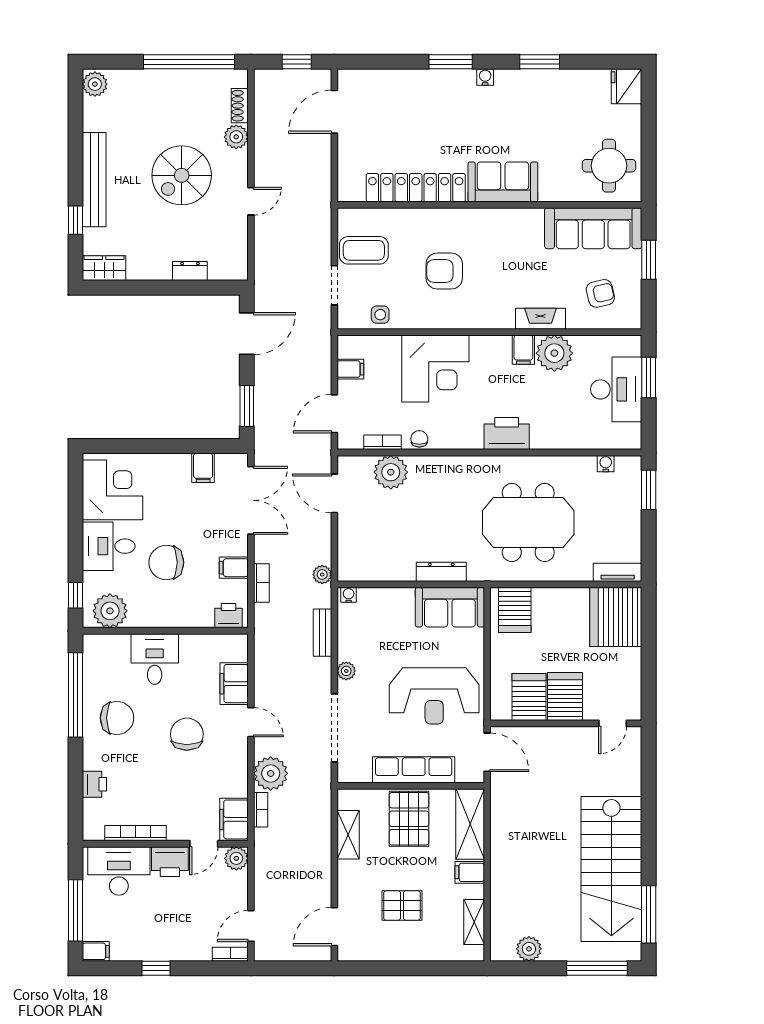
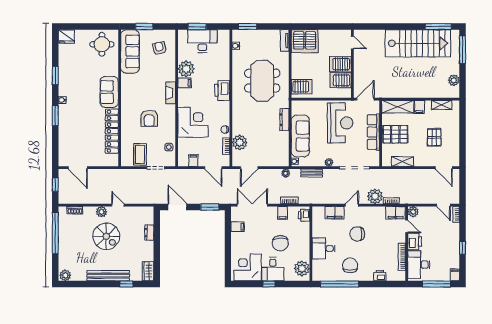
plant: (236, 137) -> (101, 212), moved
fireplace: (541, 319) -> (171, 93), moved
window: (75, 595) -> (269, 284), moved
sofa: (450, 607) -> (300, 136), moved, width x1.36

